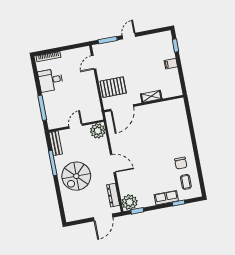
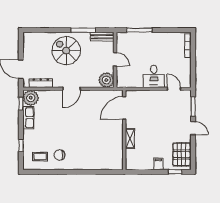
desk: (51, 80) -> (154, 76), moved, turned 180
pallet: (113, 87) -> (182, 154), moved
door: (122, 108) -> (124, 108), hinge flipped
row of seats: (166, 198) -> (28, 118), moved

